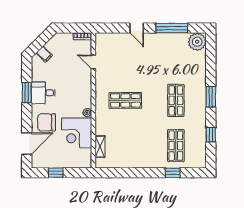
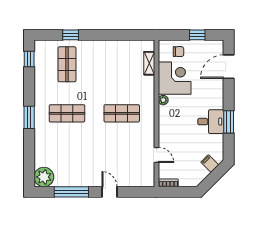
shop shelf: (176, 100) -> (67, 113), turned 90
chair: (47, 122) -> (178, 52), moved, width x0.54, depth x0.54
window: (211, 135) -> (29, 59), moved

